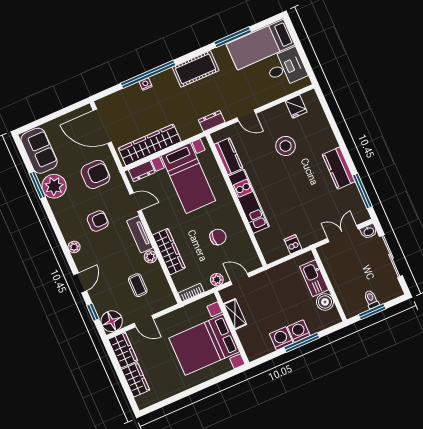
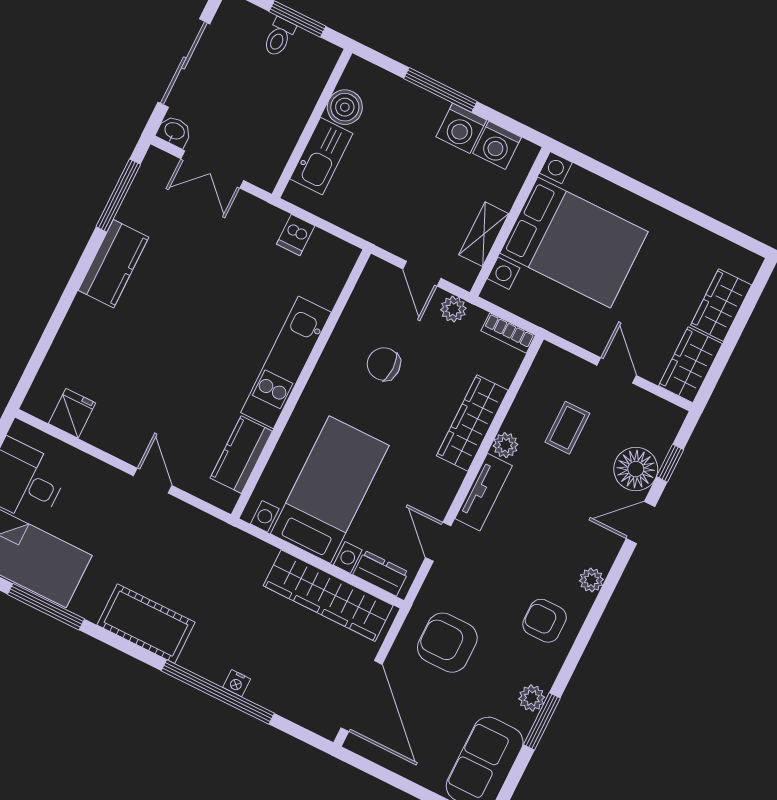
dresser: (212, 121) -> (207, 528), removed
stool: (286, 146) -> (149, 378), removed
plant: (54, 186) -> (532, 698), width x0.53, depth x0.53
armchair: (98, 221) -> (545, 621), moved
floor lamp: (112, 321) -> (636, 469), moved
washing machine: (299, 331) -> (497, 145), moved

